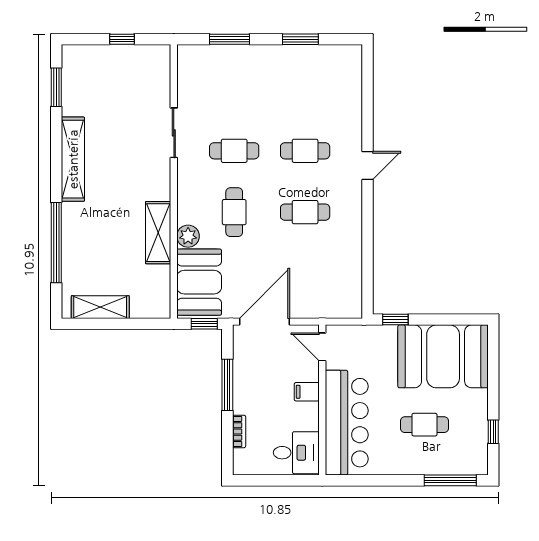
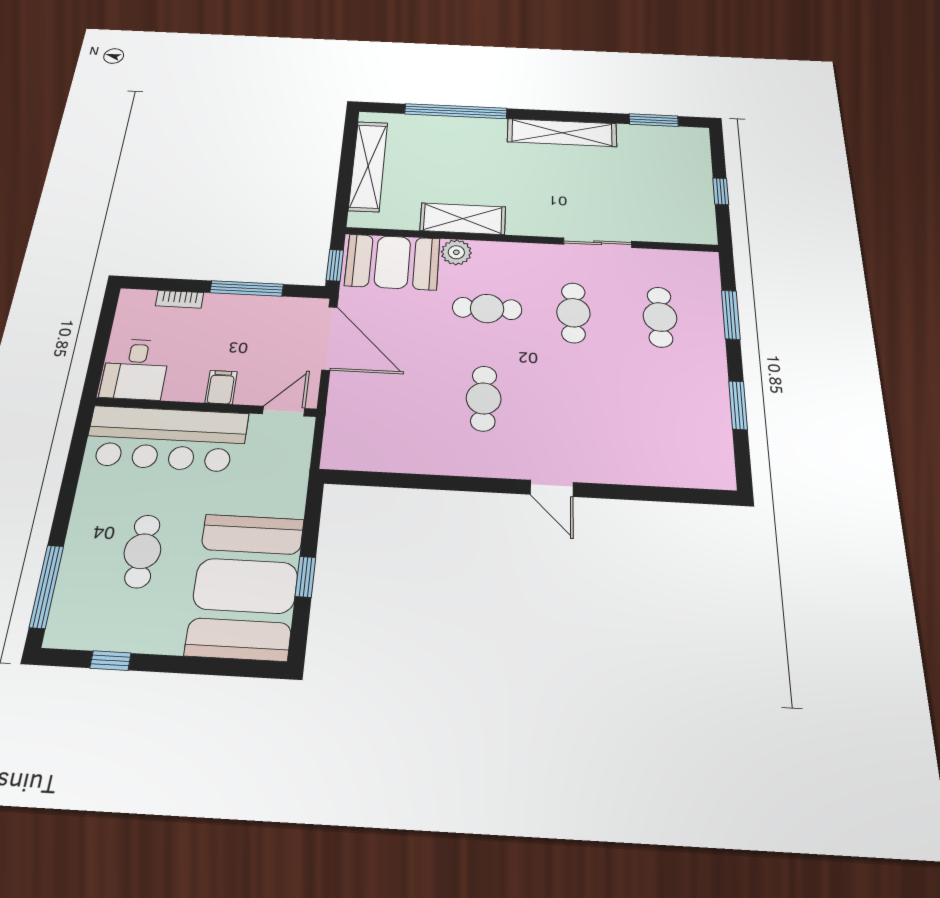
cafe table: (305, 151) -> (660, 317), moved
shelving: (100, 307) -> (368, 166), width x1.47
window: (395, 320) -> (305, 577), moved

